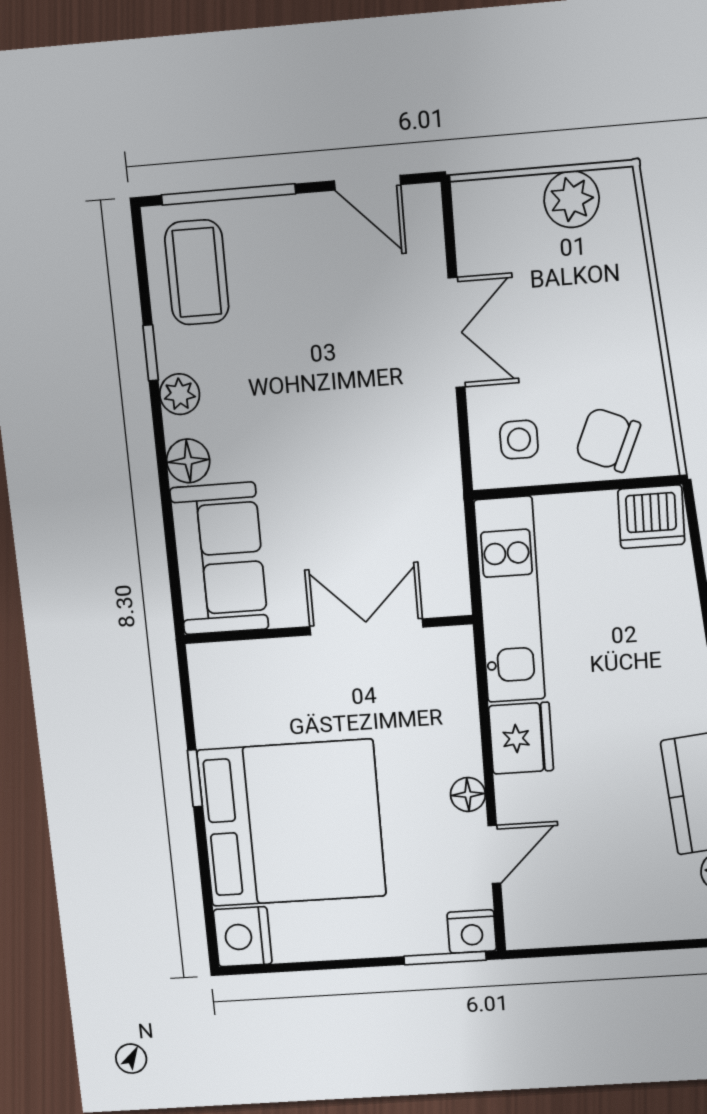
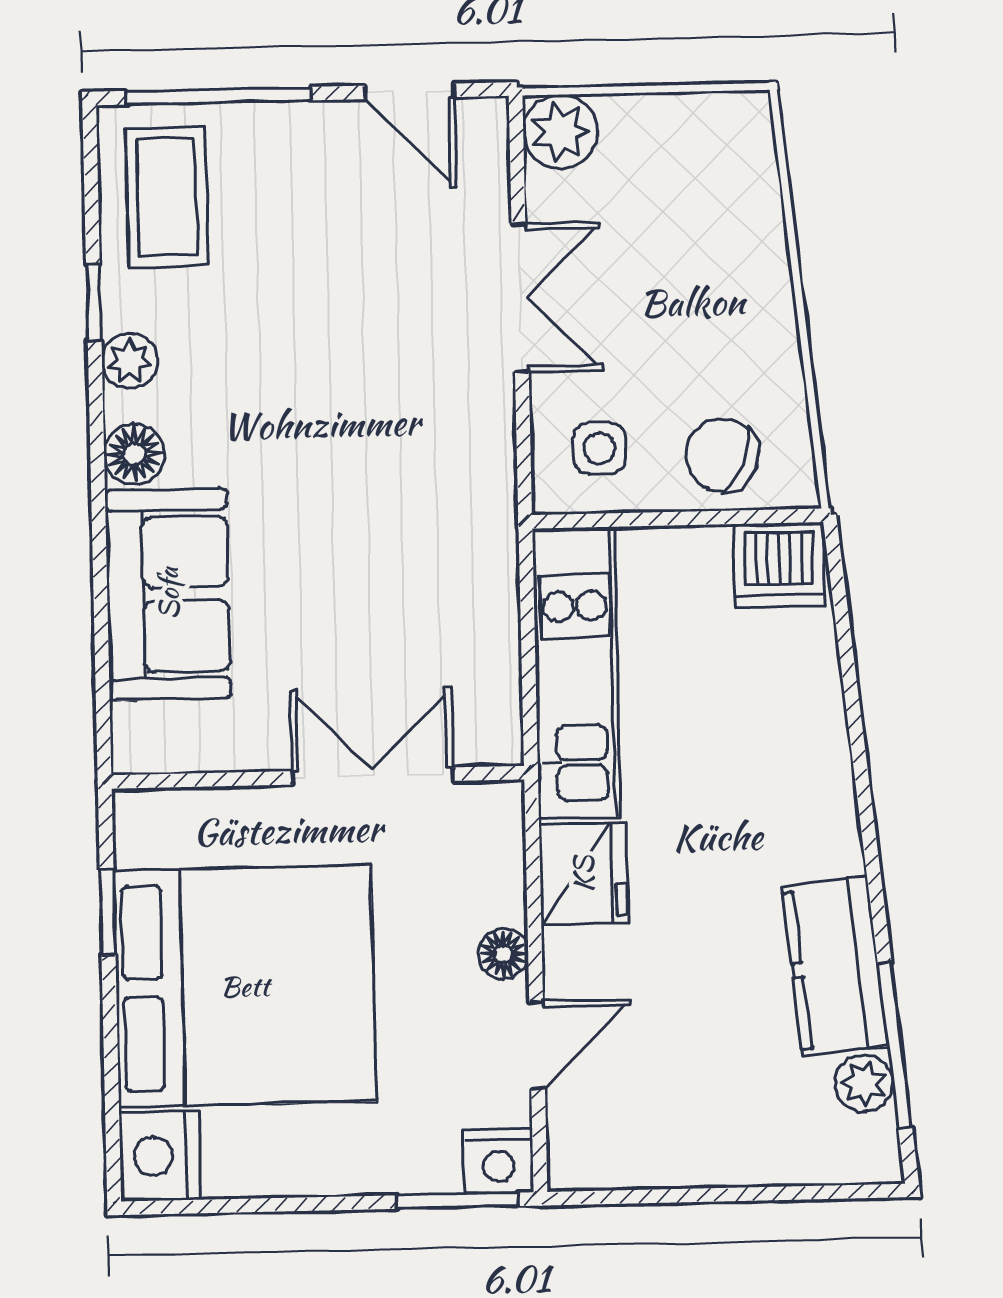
plant: (572, 199) -> (560, 132), moved
double door: (366, 627) -> (372, 776), moved
wall: (328, 629) -> (318, 777), moved

